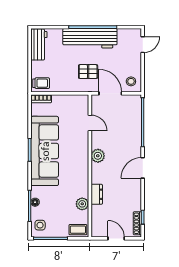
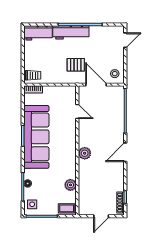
workbench: (90, 38) -> (71, 32), width x0.73, depth x0.76
workbench: (39, 45) -> (38, 33), moved, turned 90
plant: (98, 156) -> (85, 153), moved
dresser: (97, 194) -> (84, 176), removed
door: (116, 238) -> (101, 216), swing flipped

